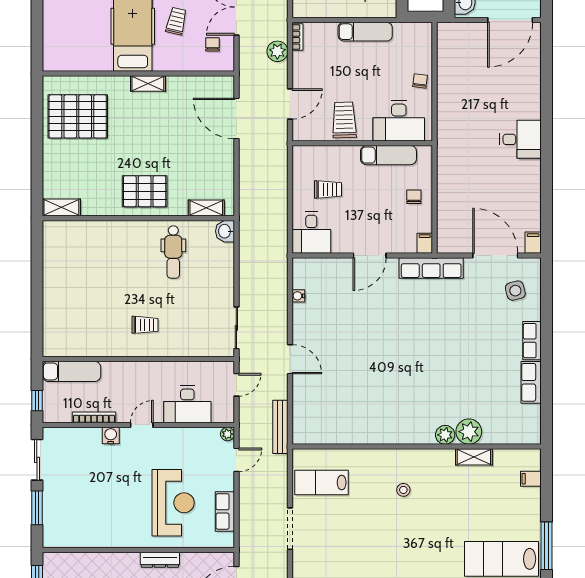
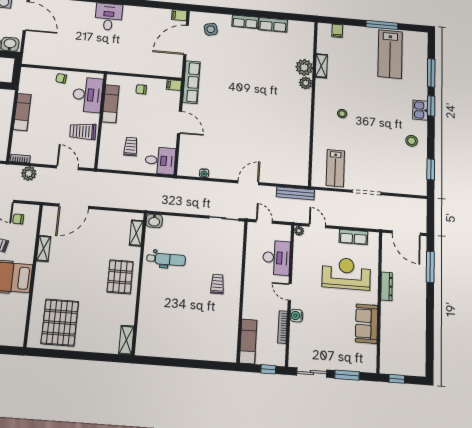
shelving: (148, 84) -> (44, 248), moved
sofa: (107, 533) -> (367, 324), added

